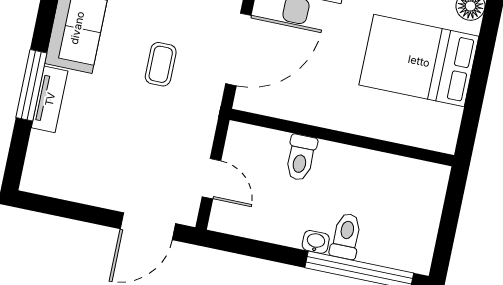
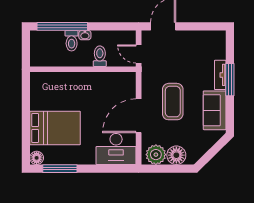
coffee table: (161, 64) -> (173, 102), width x1.86, depth x1.72
wall: (342, 138) -> (83, 69), moved
toilet: (301, 158) -> (100, 56), moved

